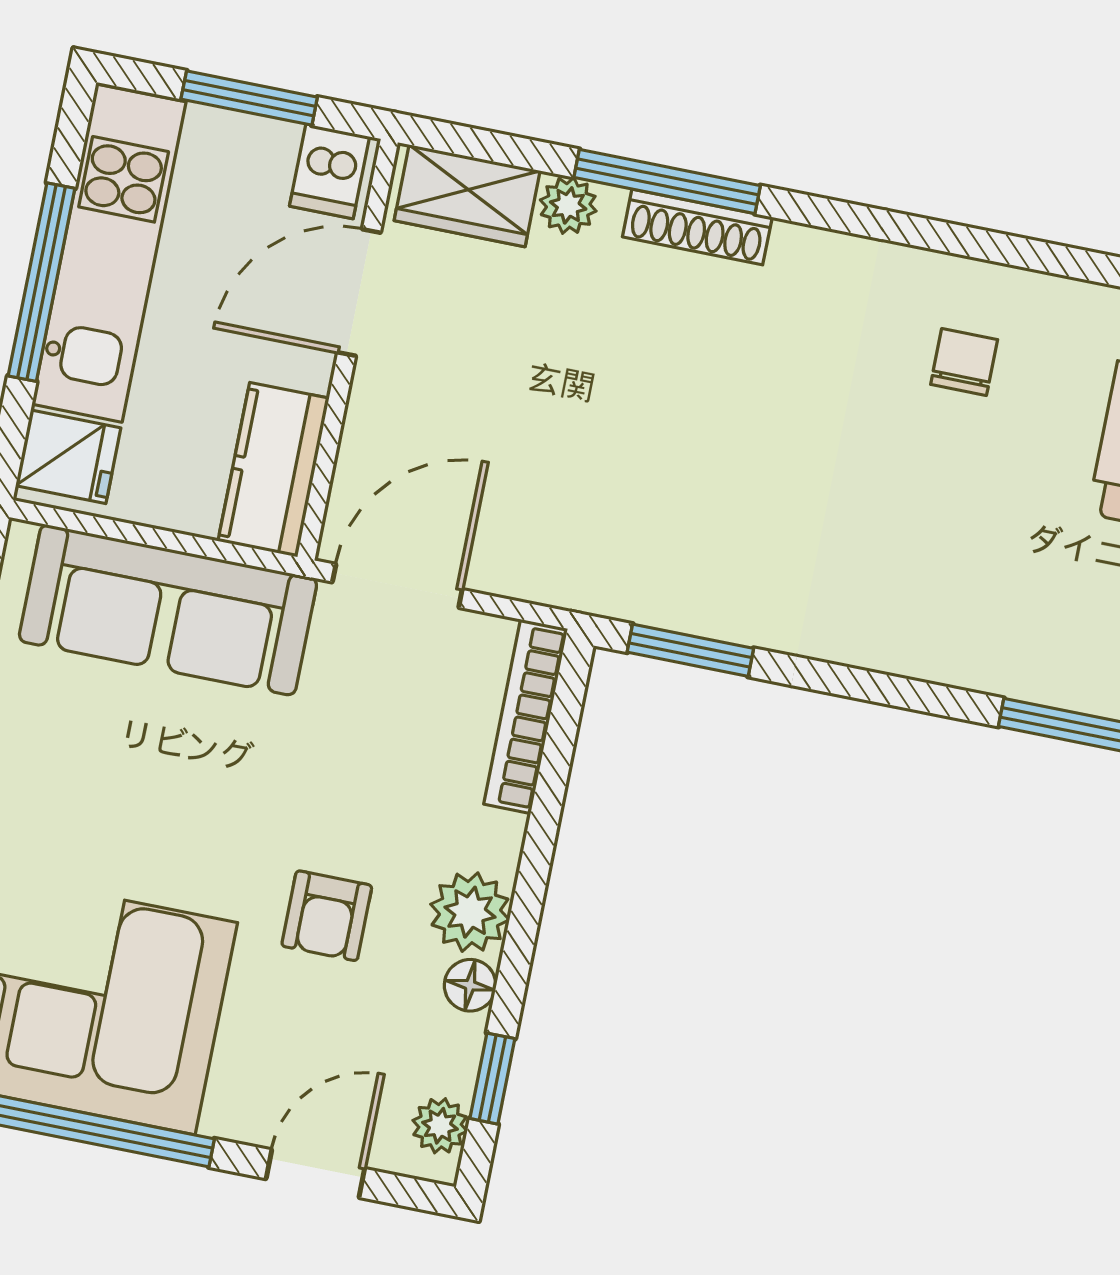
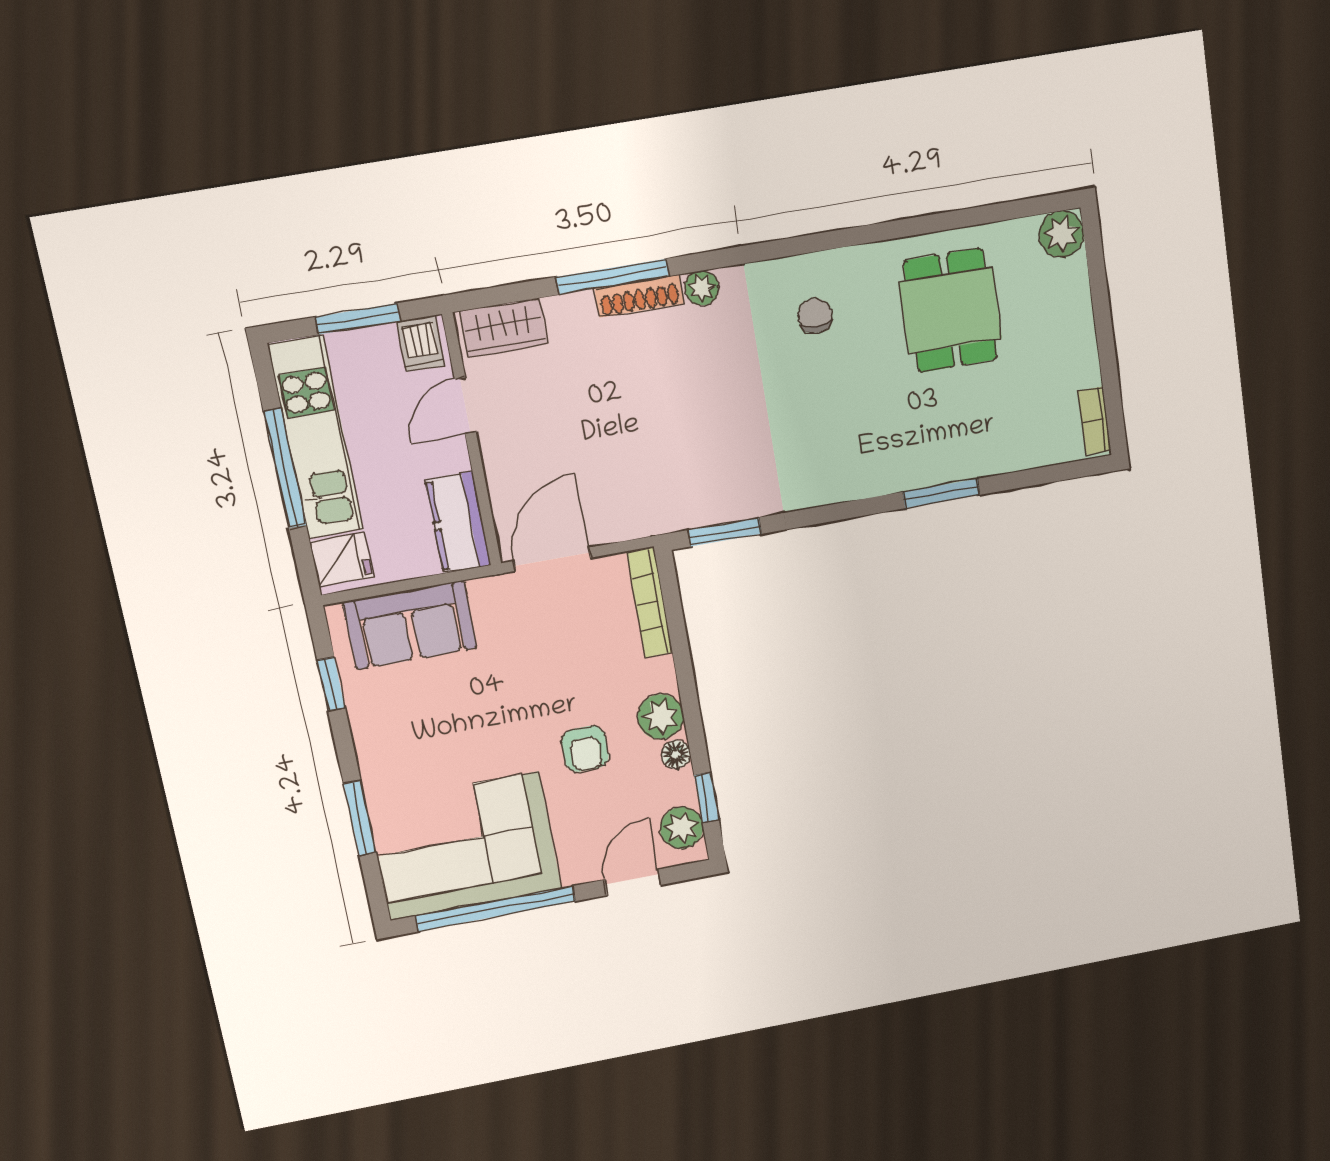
plant: (568, 205) -> (702, 288), moved
door: (359, 292) -> (465, 406), width x0.73
sofa: (168, 610) -> (410, 625), width x0.73
plant: (440, 1126) -> (682, 828), width x1.38, depth x1.38

